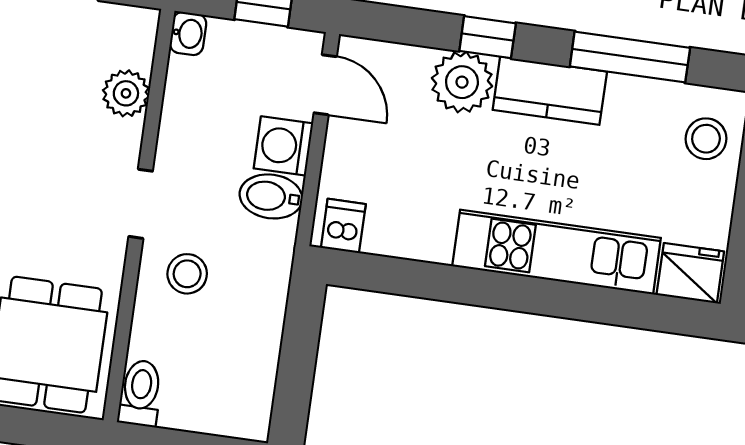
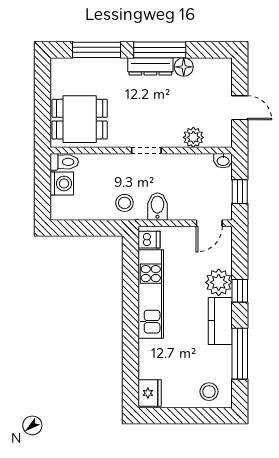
washing machine: (283, 146) -> (62, 184), moved, turned 90
kitchen unit: (557, 252) -> (151, 294), moved
stool: (187, 274) -> (124, 203), moved

